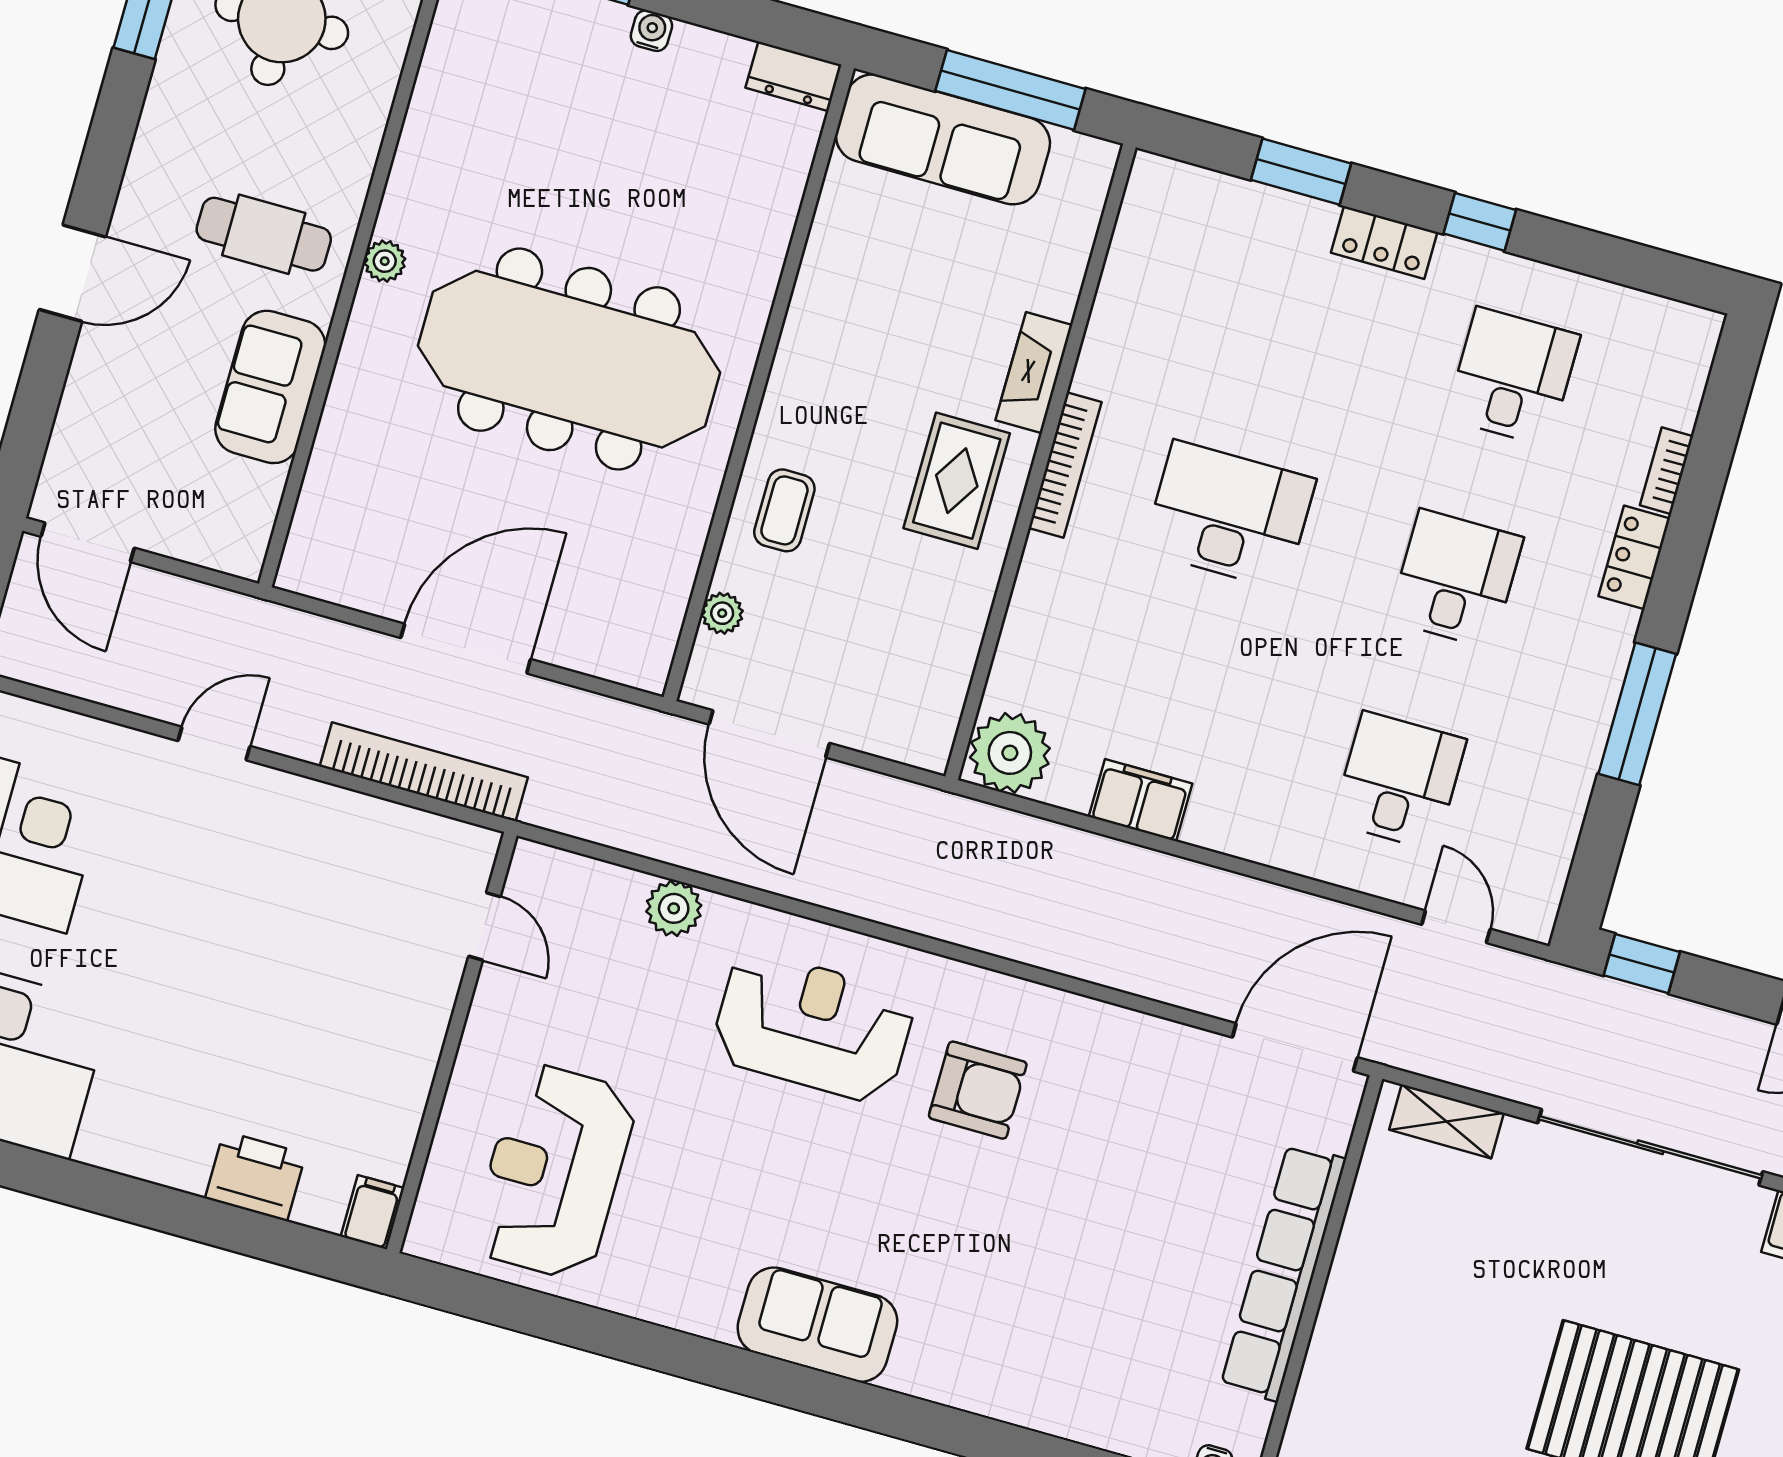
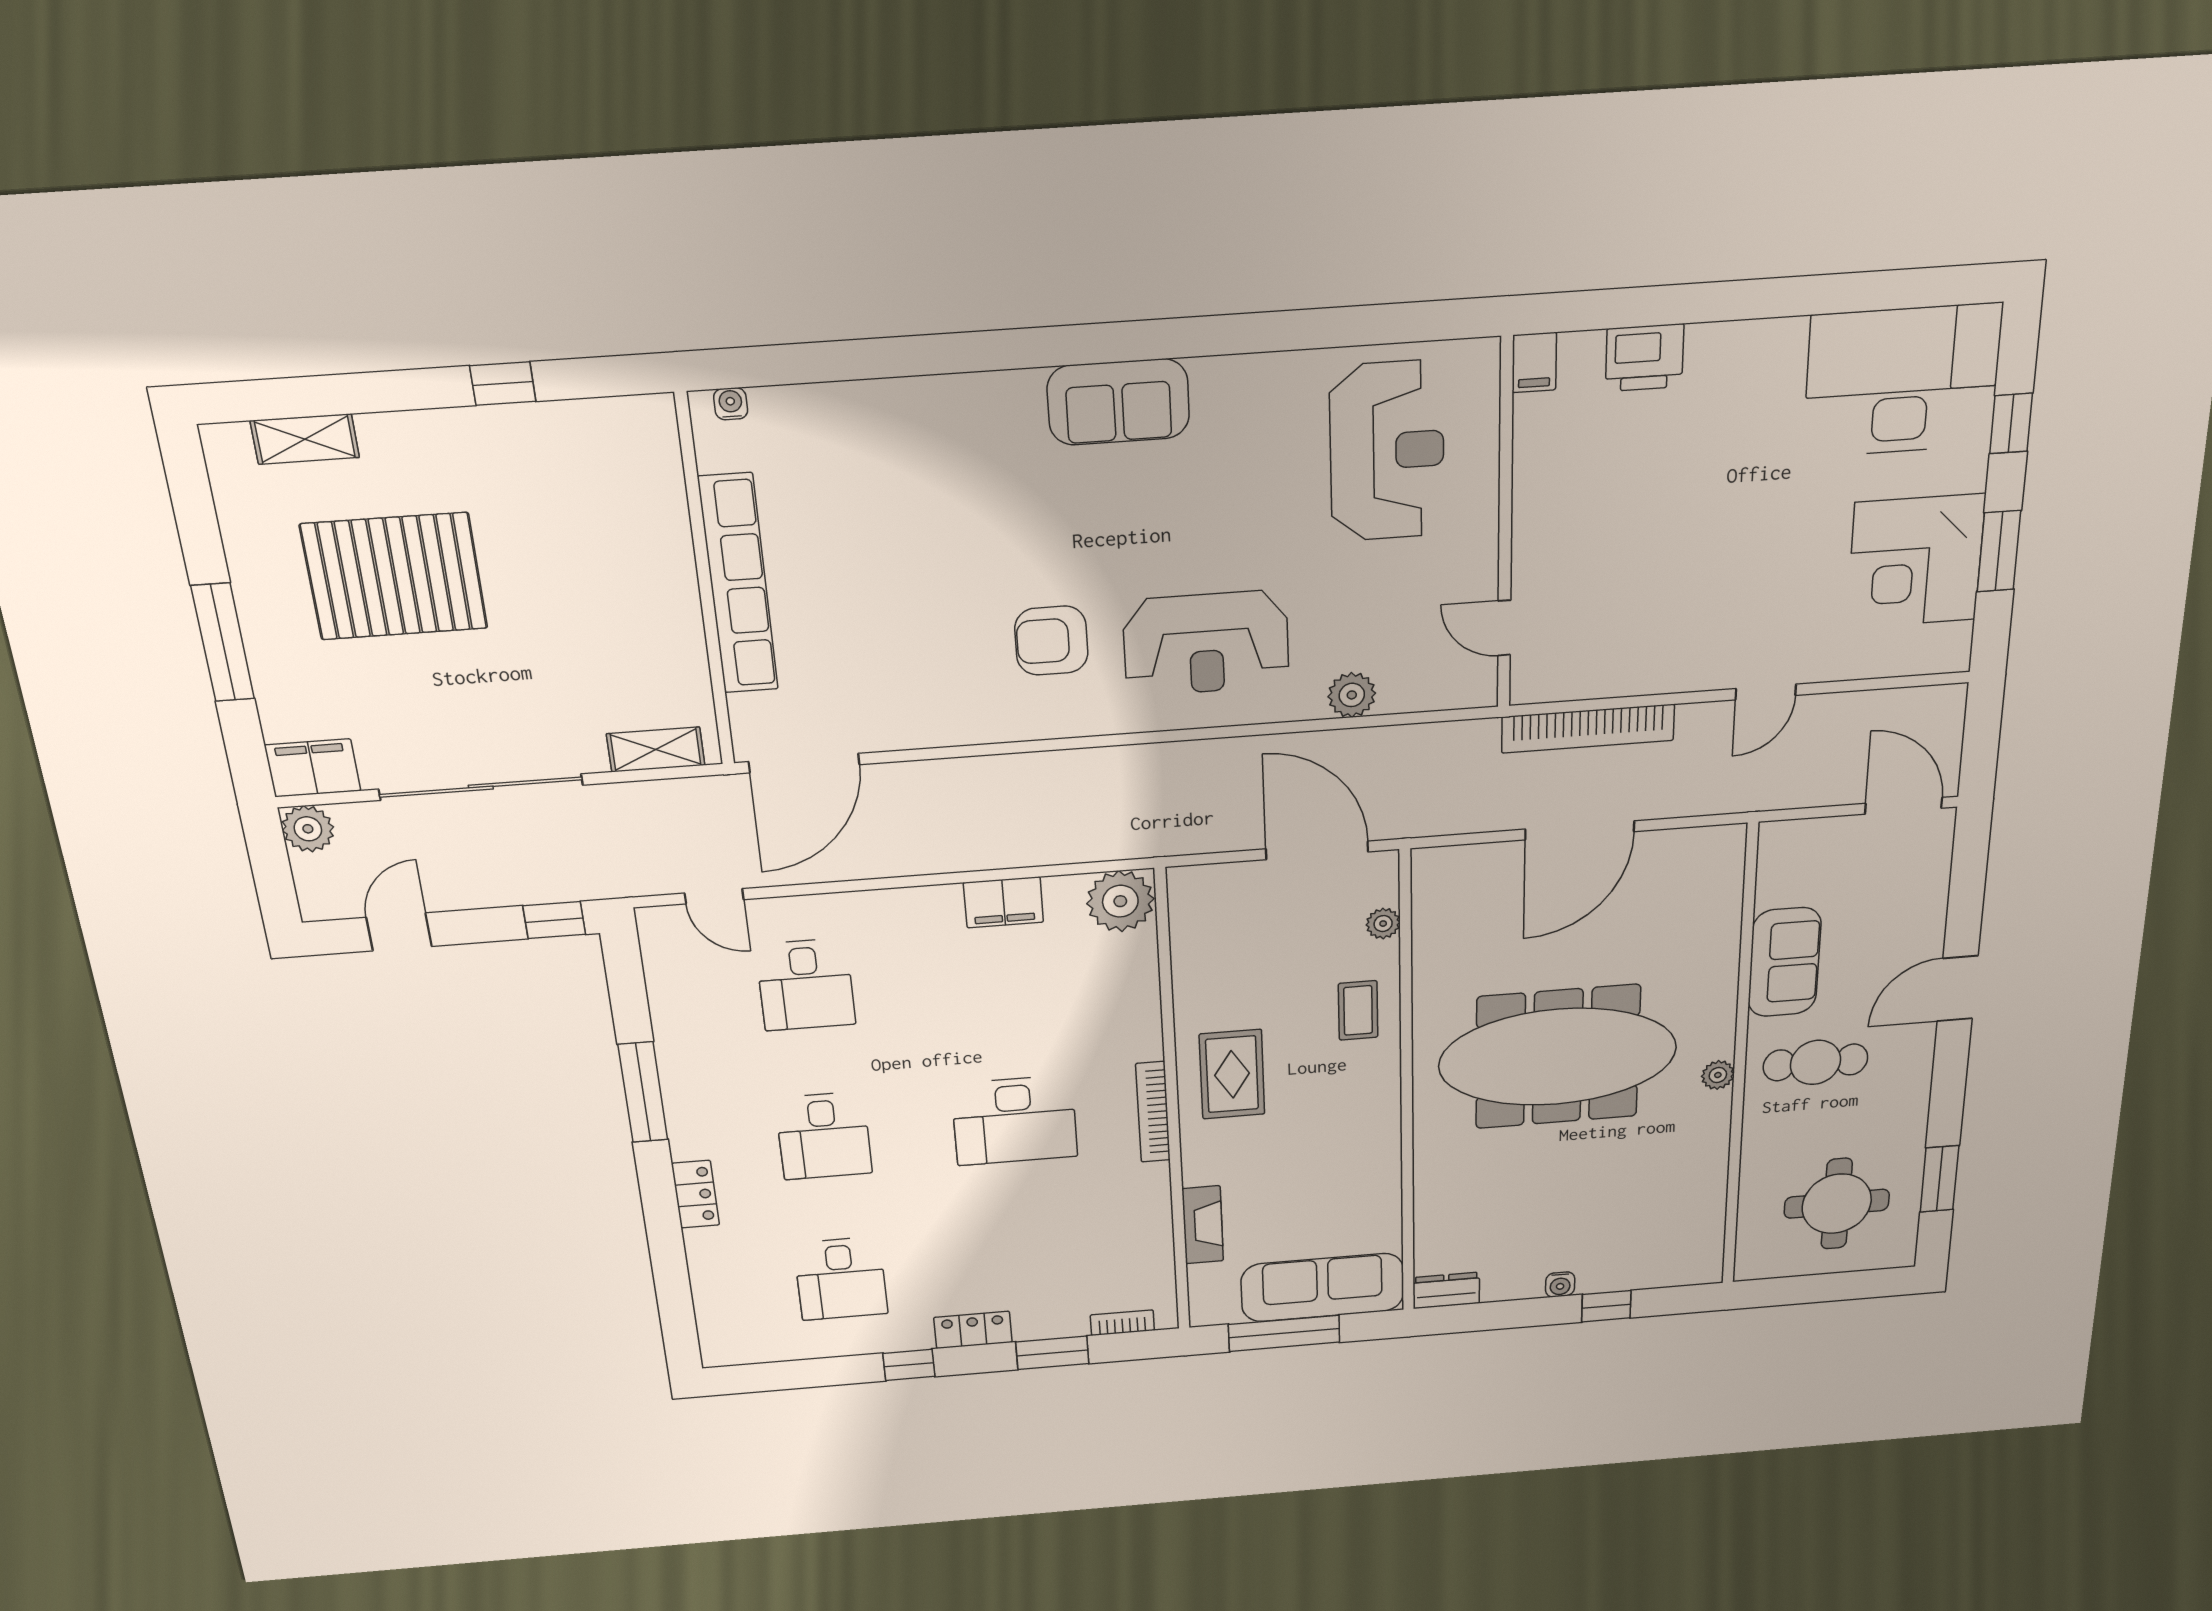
fireplace: (1034, 373) -> (1203, 1225), moved
bookcase: (1667, 471) -> (1122, 1323), moved, turned -90

